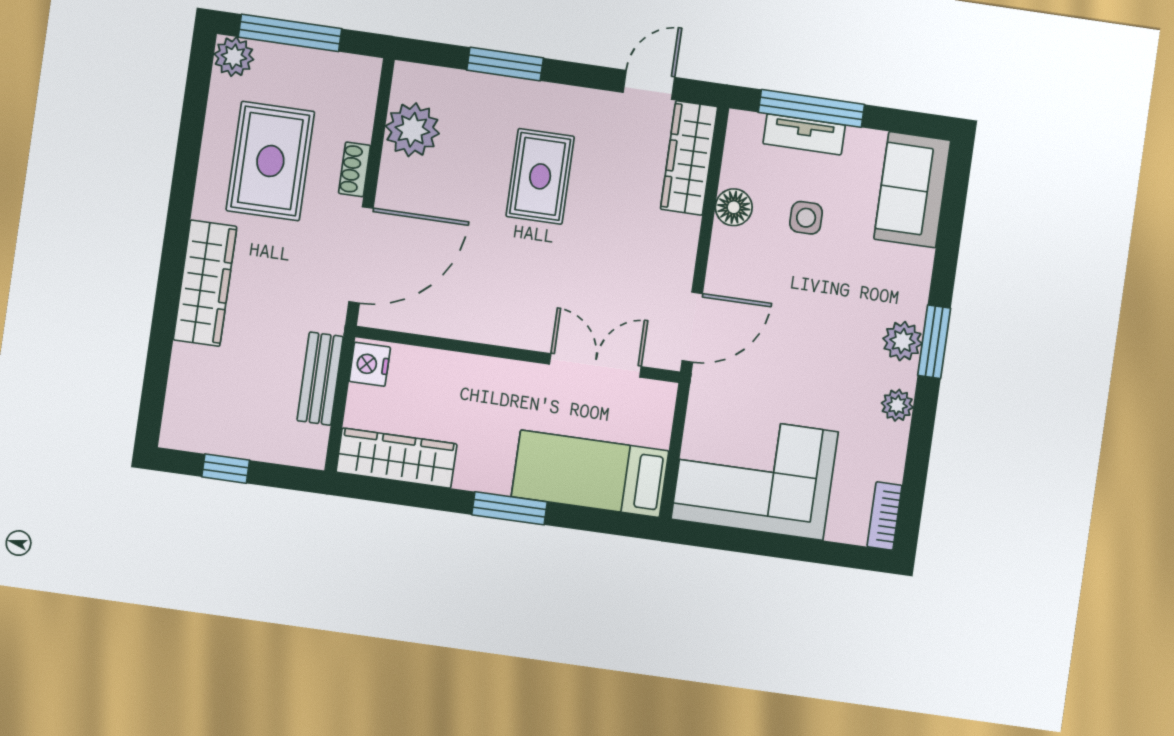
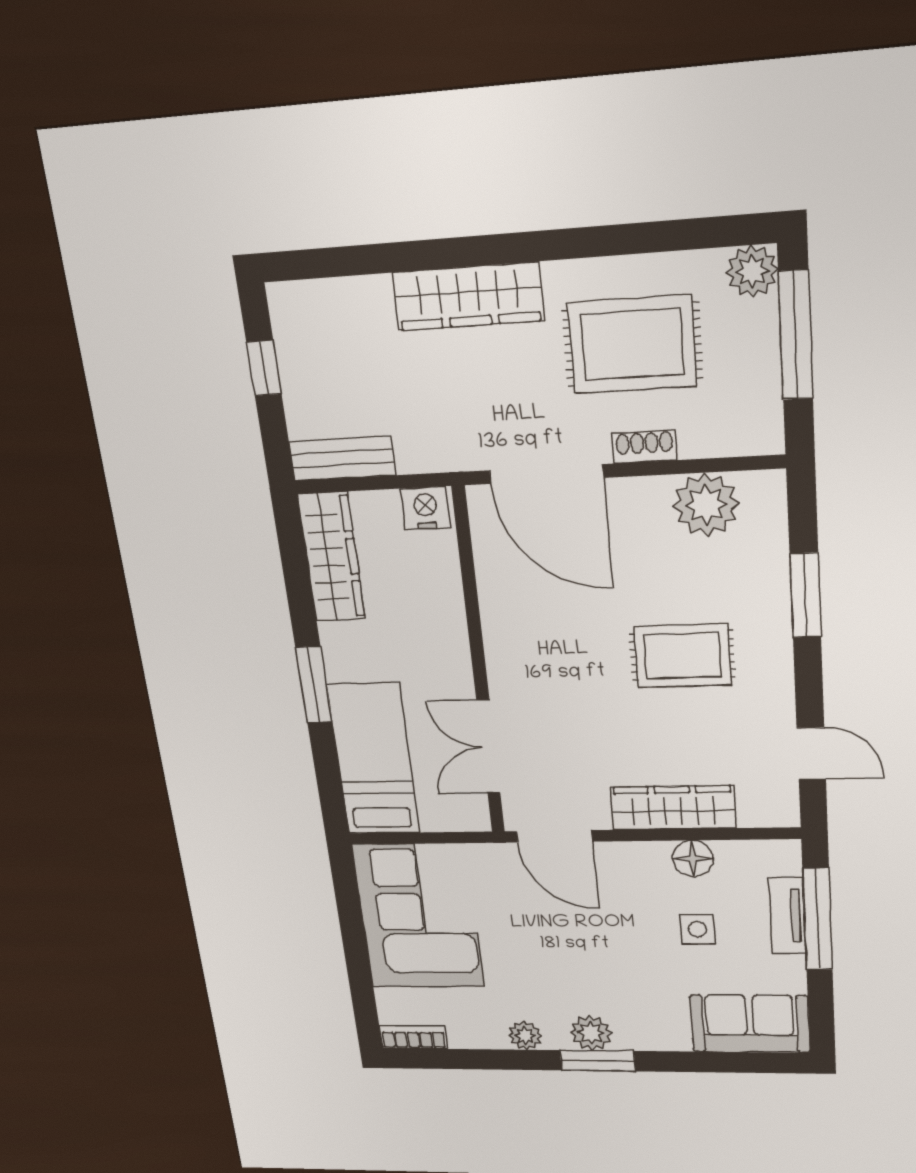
wardrobe: (689, 158) -> (673, 808), moved
double door: (595, 365) -> (488, 747), swing flipped
bench: (320, 379) -> (342, 458), moved

